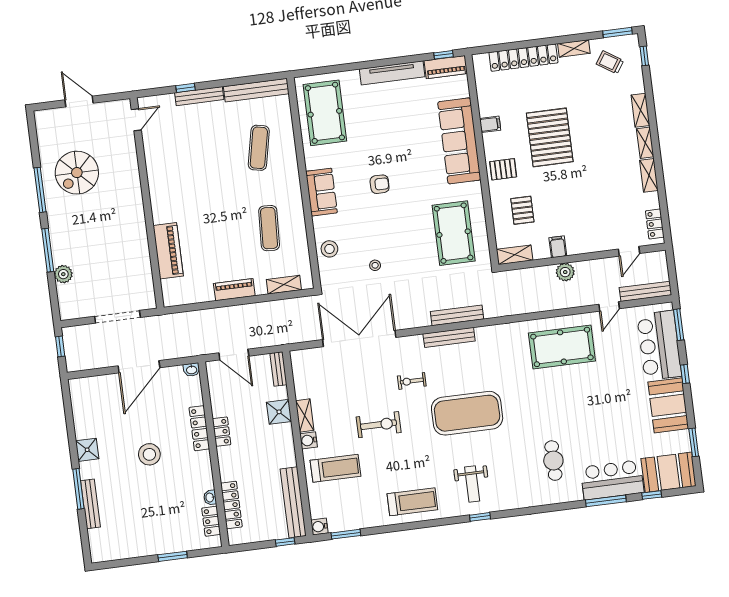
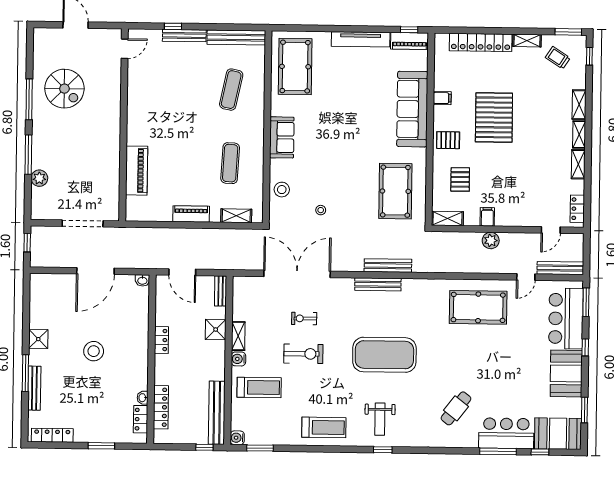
spiral stairs: (77, 173) -> (64, 89), turned -90
armchair: (380, 184) -> (335, 138), removed
exercise bike: (412, 381) -> (304, 318), moved
locker: (199, 428) -> (52, 435), moved, turned 90
cafe table: (553, 461) -> (456, 408), turned 38

